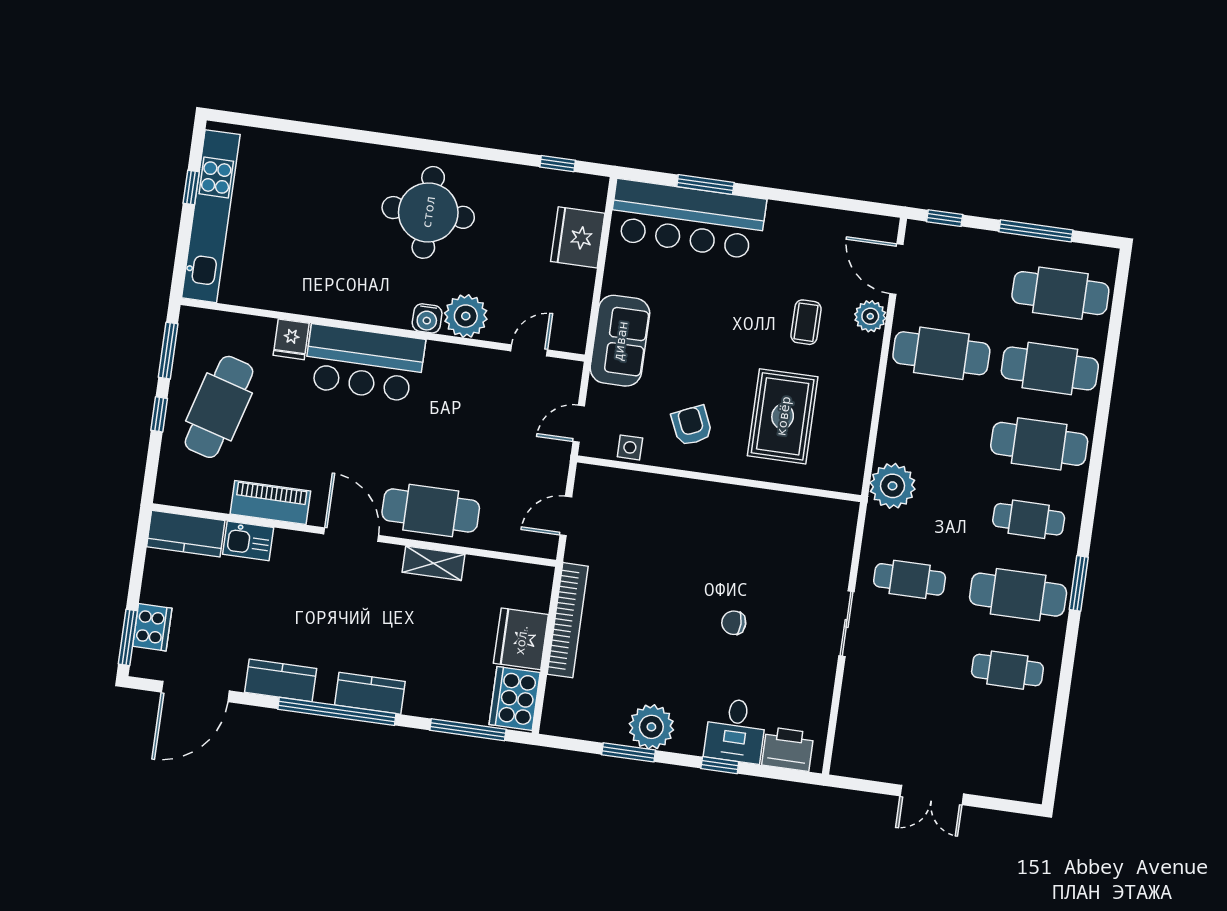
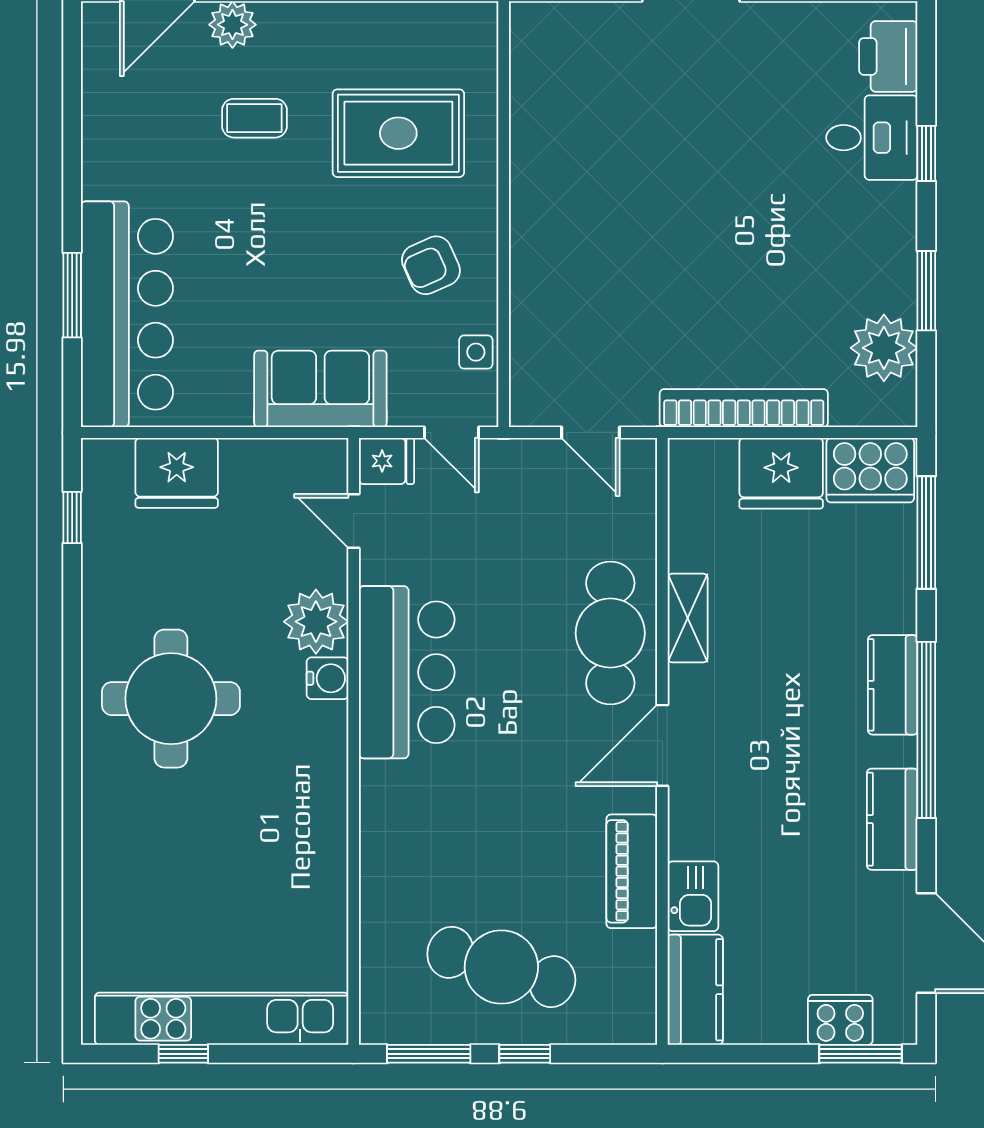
fridge: (291, 339) -> (387, 461), moved
bar counter: (364, 363) -> (407, 672), moved
chair: (734, 623) -> (713, 162), removed
plant: (651, 727) -> (884, 348), moved

